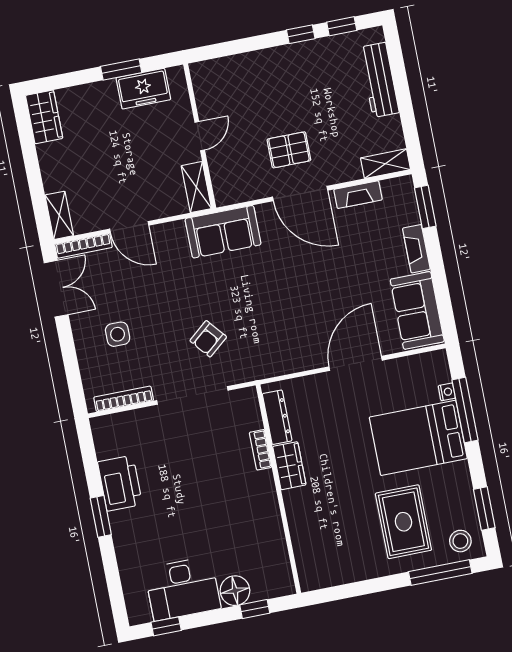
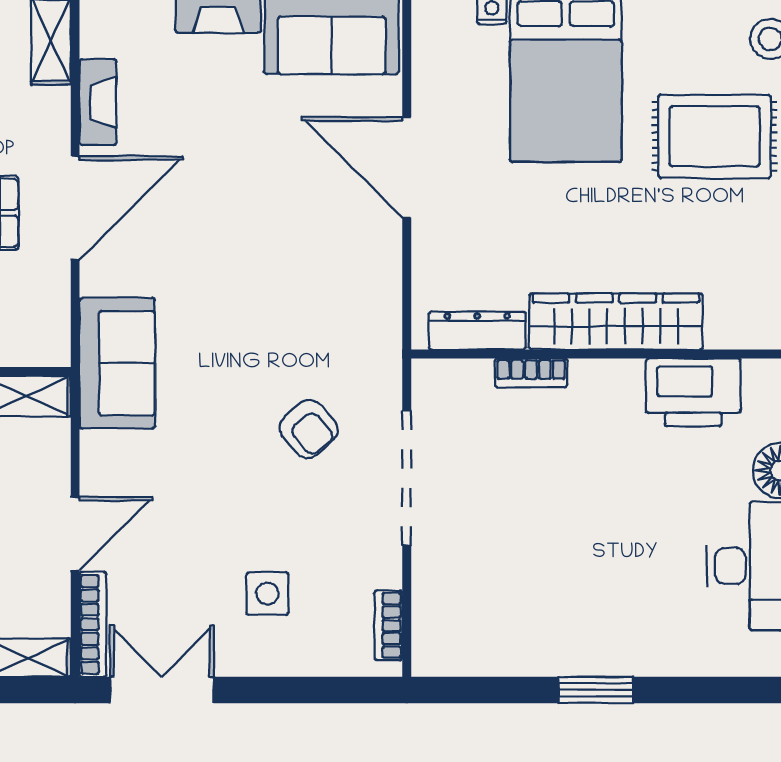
bookcase: (124, 399) -> (388, 625), width x0.64
wardrobe: (289, 466) -> (616, 322), width x2.10, depth x1.17
printer: (120, 483) -> (693, 392), moved, turned 180

